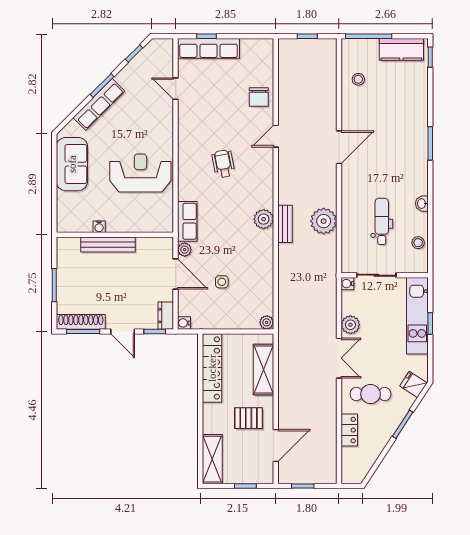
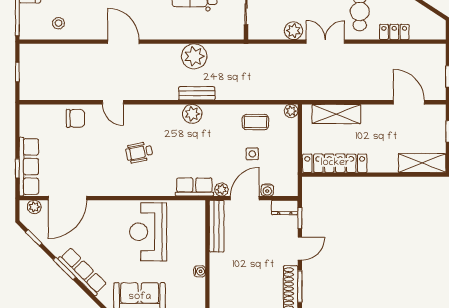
plant: (166, 54) -> (34, 207), added
door: (176, 89) -> (67, 198), width x1.88
bench: (108, 245) -> (217, 226), moved
water cooler: (347, 284) -> (254, 34), removed
coffee table: (255, 285) -> (255, 122), added
water cooler: (184, 323) -> (267, 190), moved
pallet: (249, 418) -> (383, 128), removed

